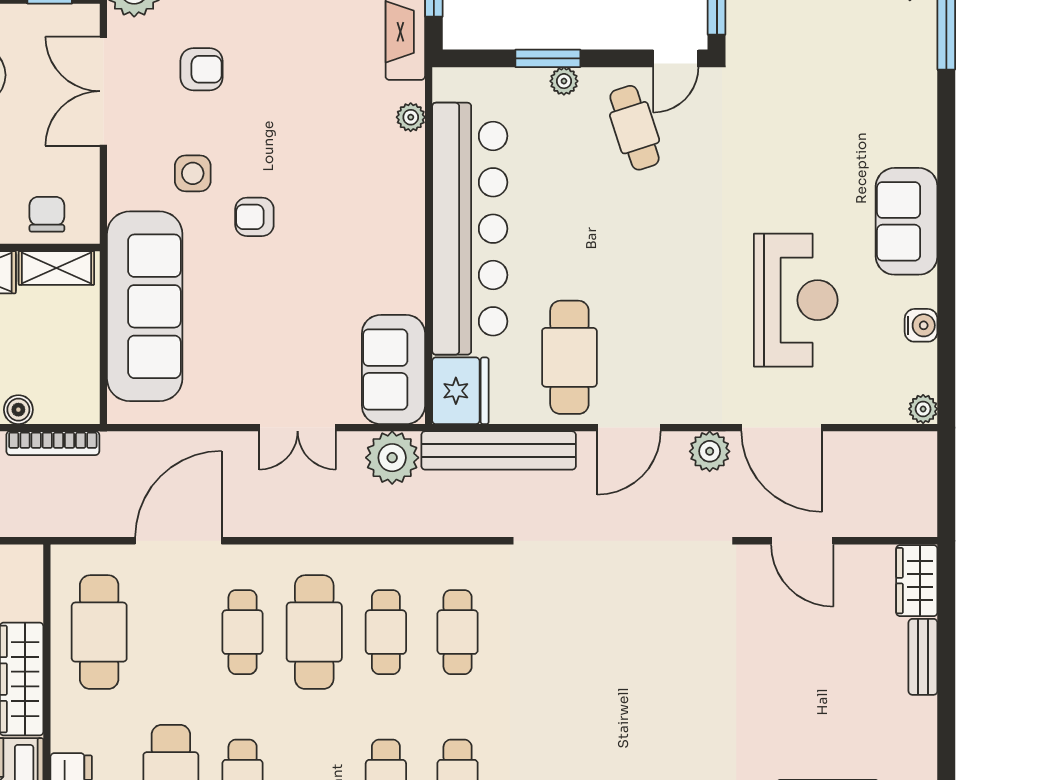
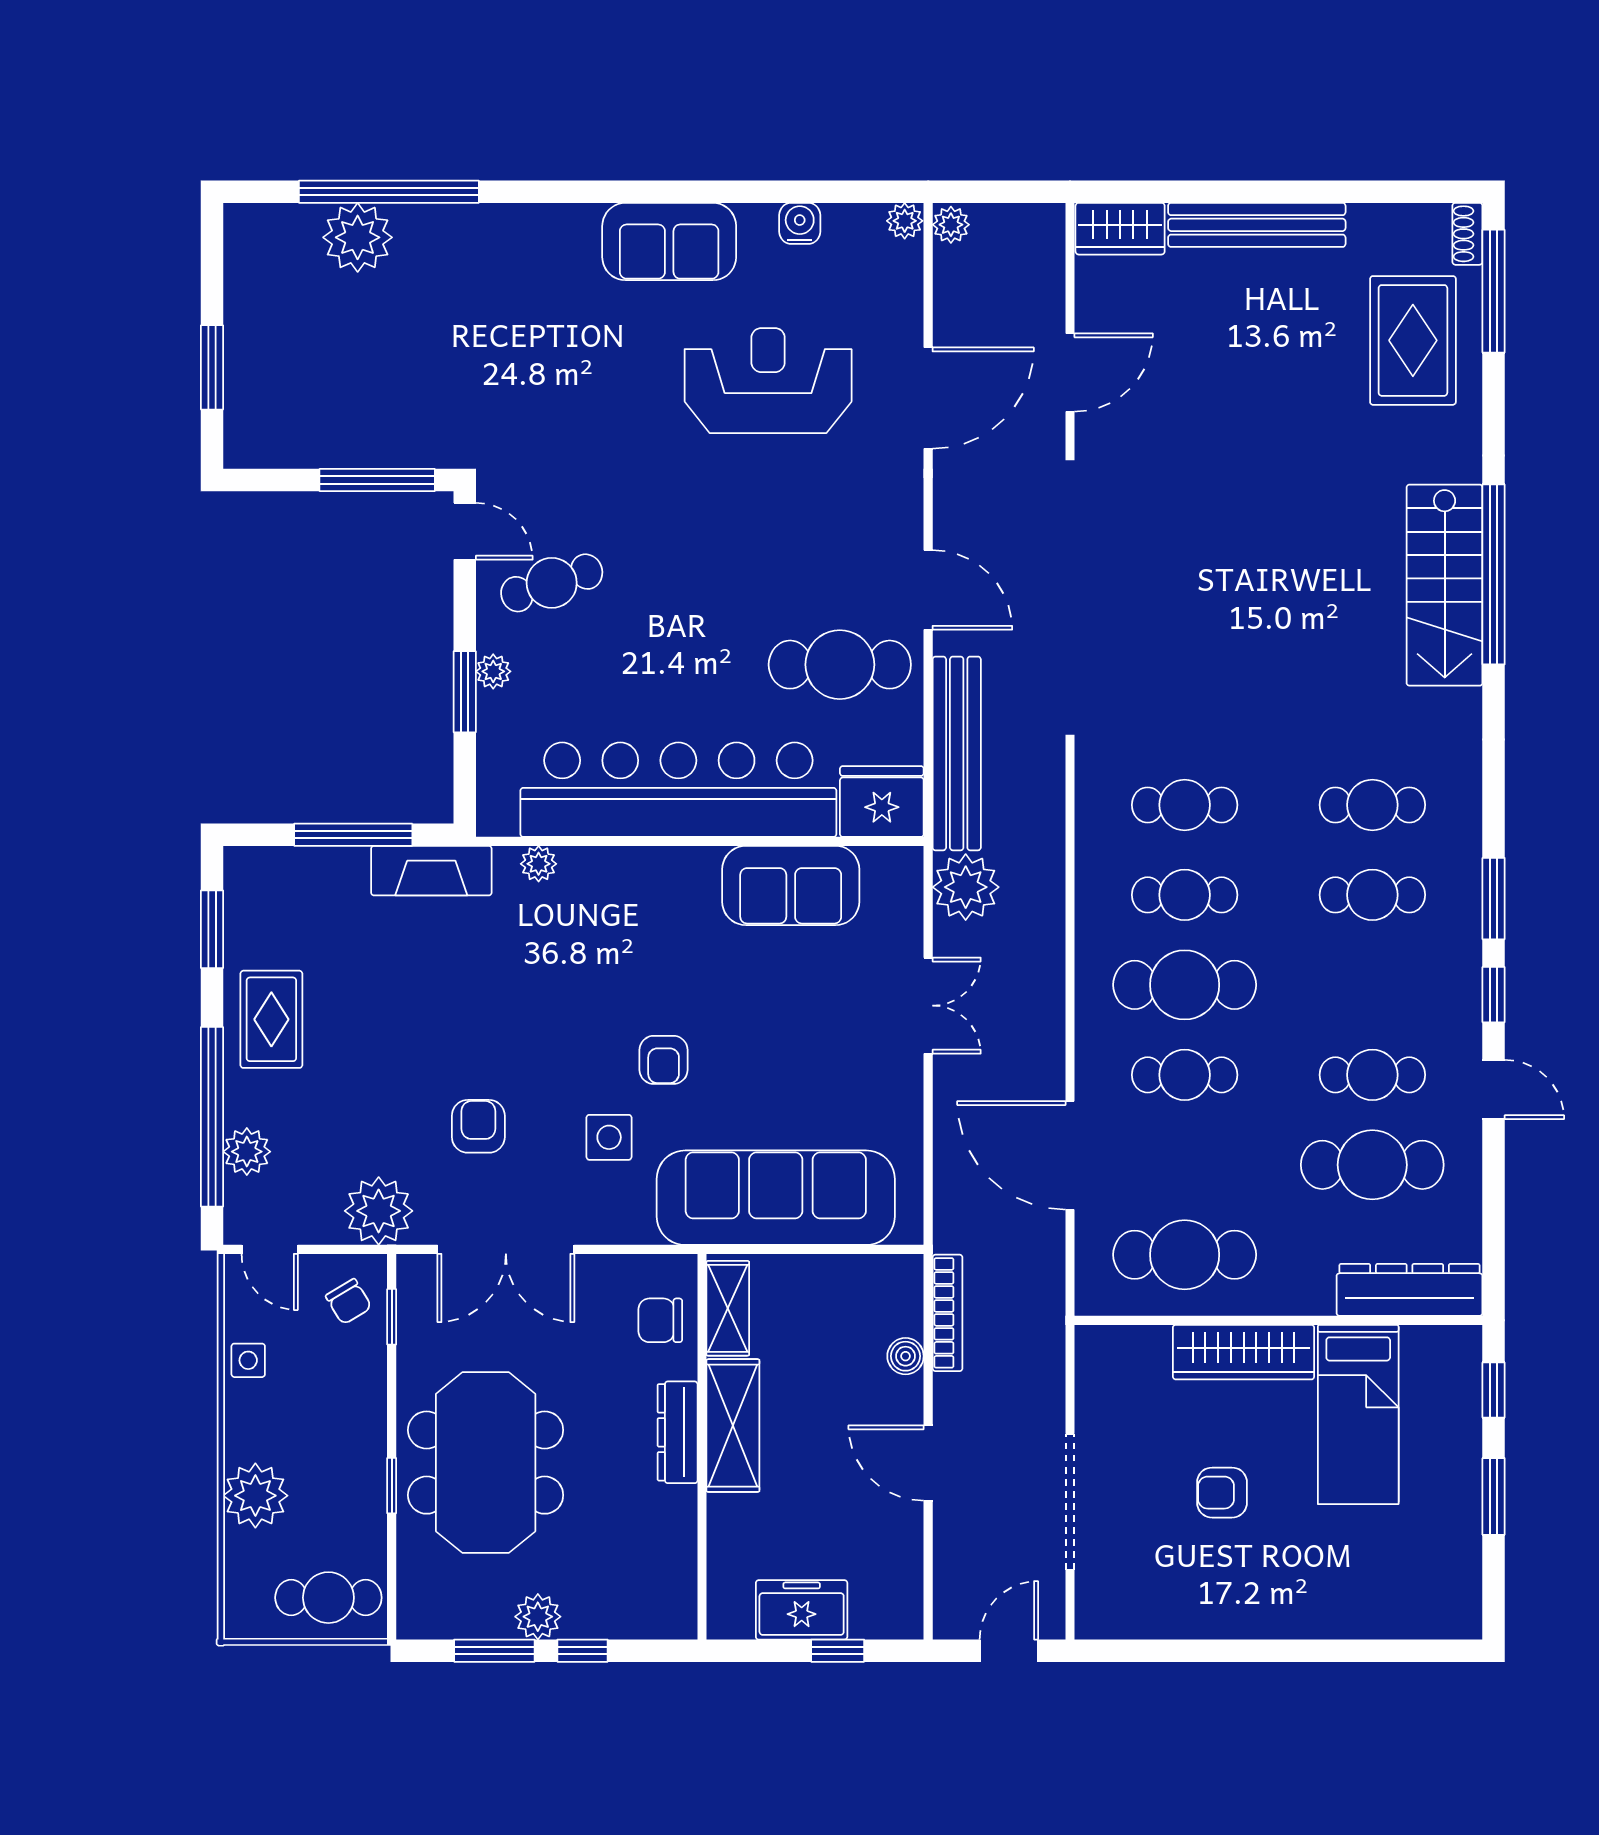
sofa: (393, 369) -> (791, 885), moved
plant: (710, 451) -> (951, 225), moved, width x0.73, depth x0.73
bench: (923, 657) -> (1257, 225), width x1.86, depth x1.21

